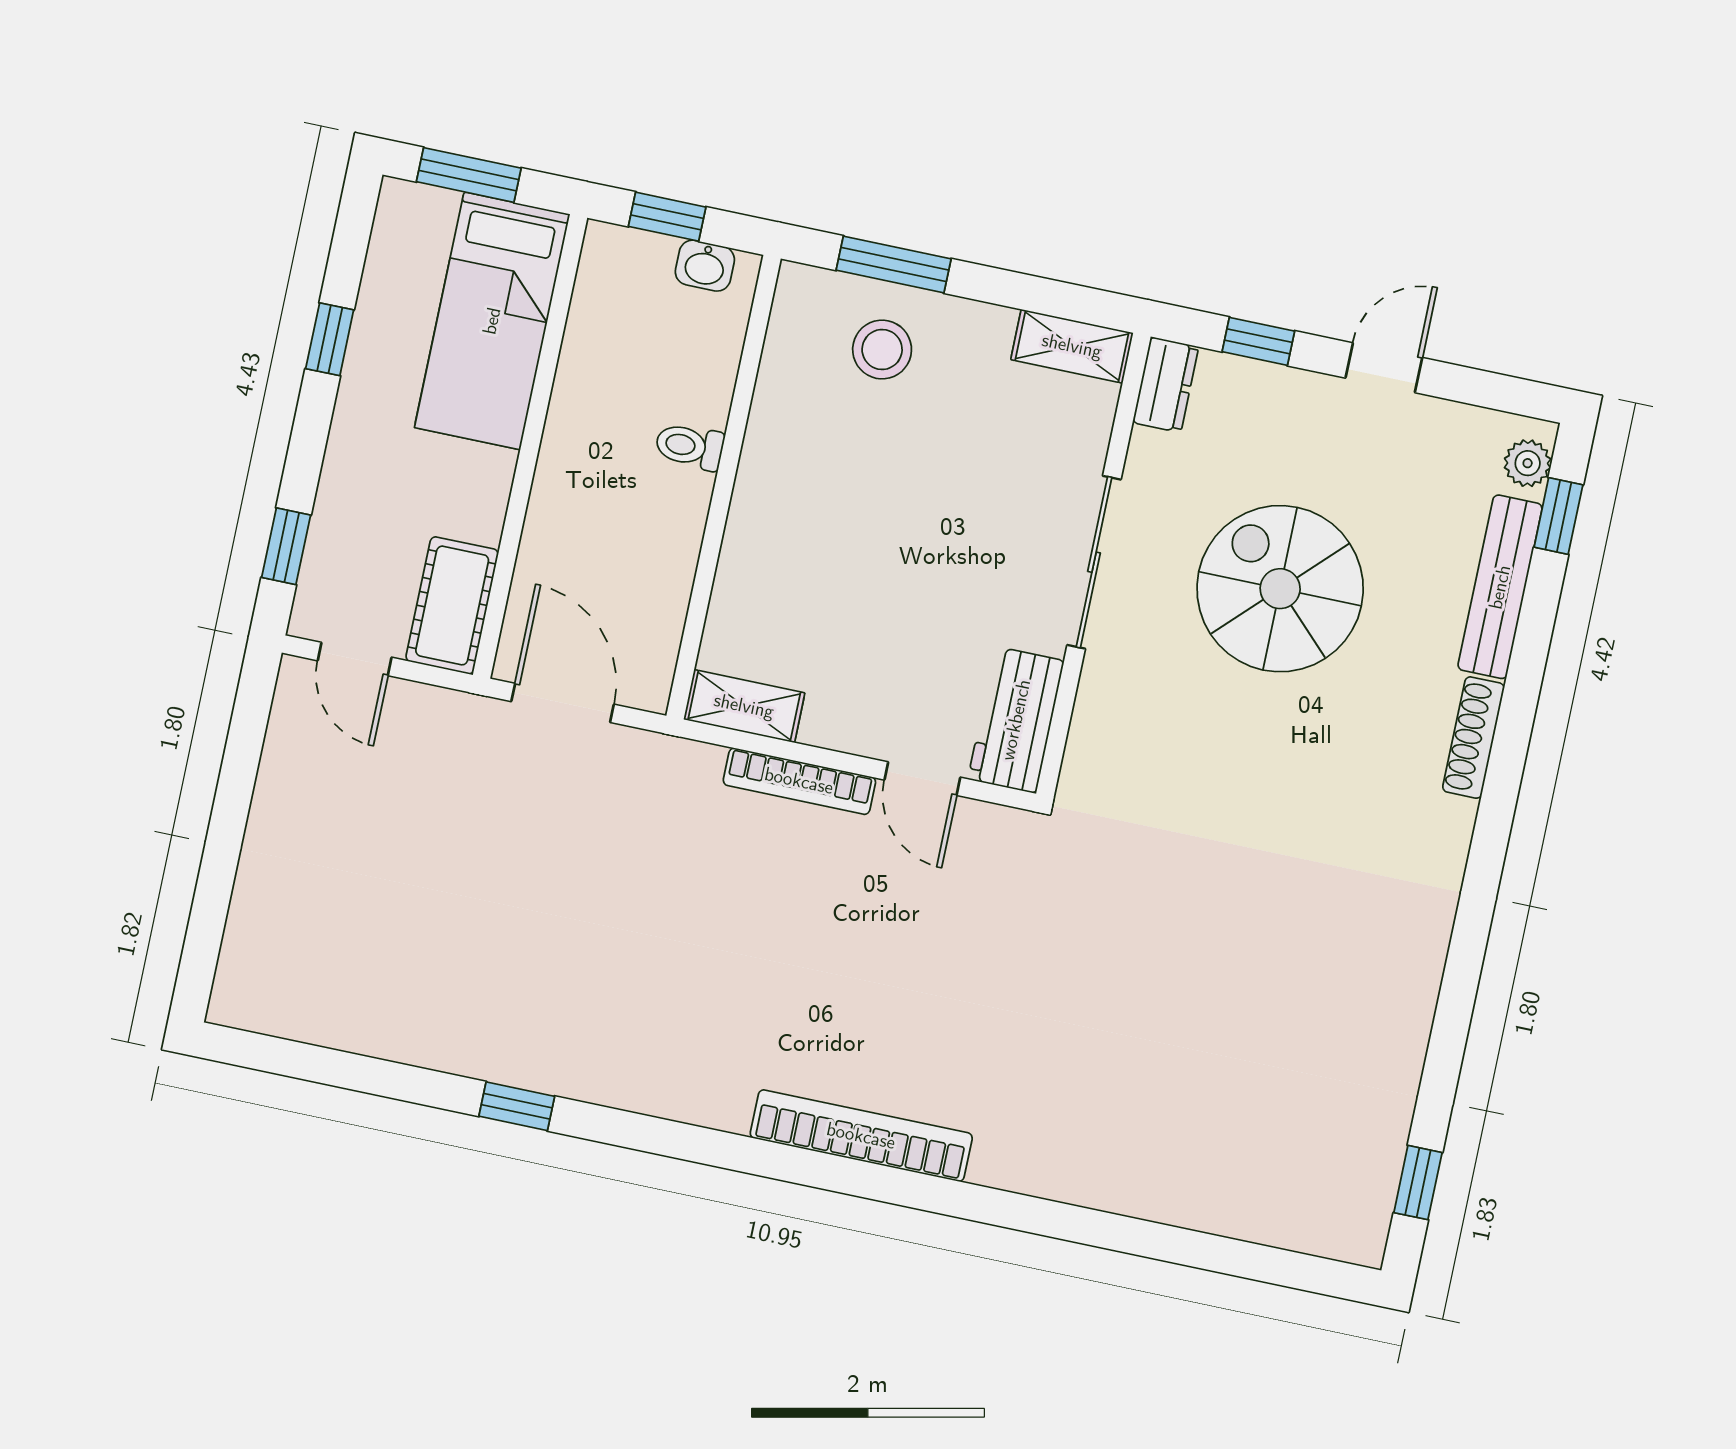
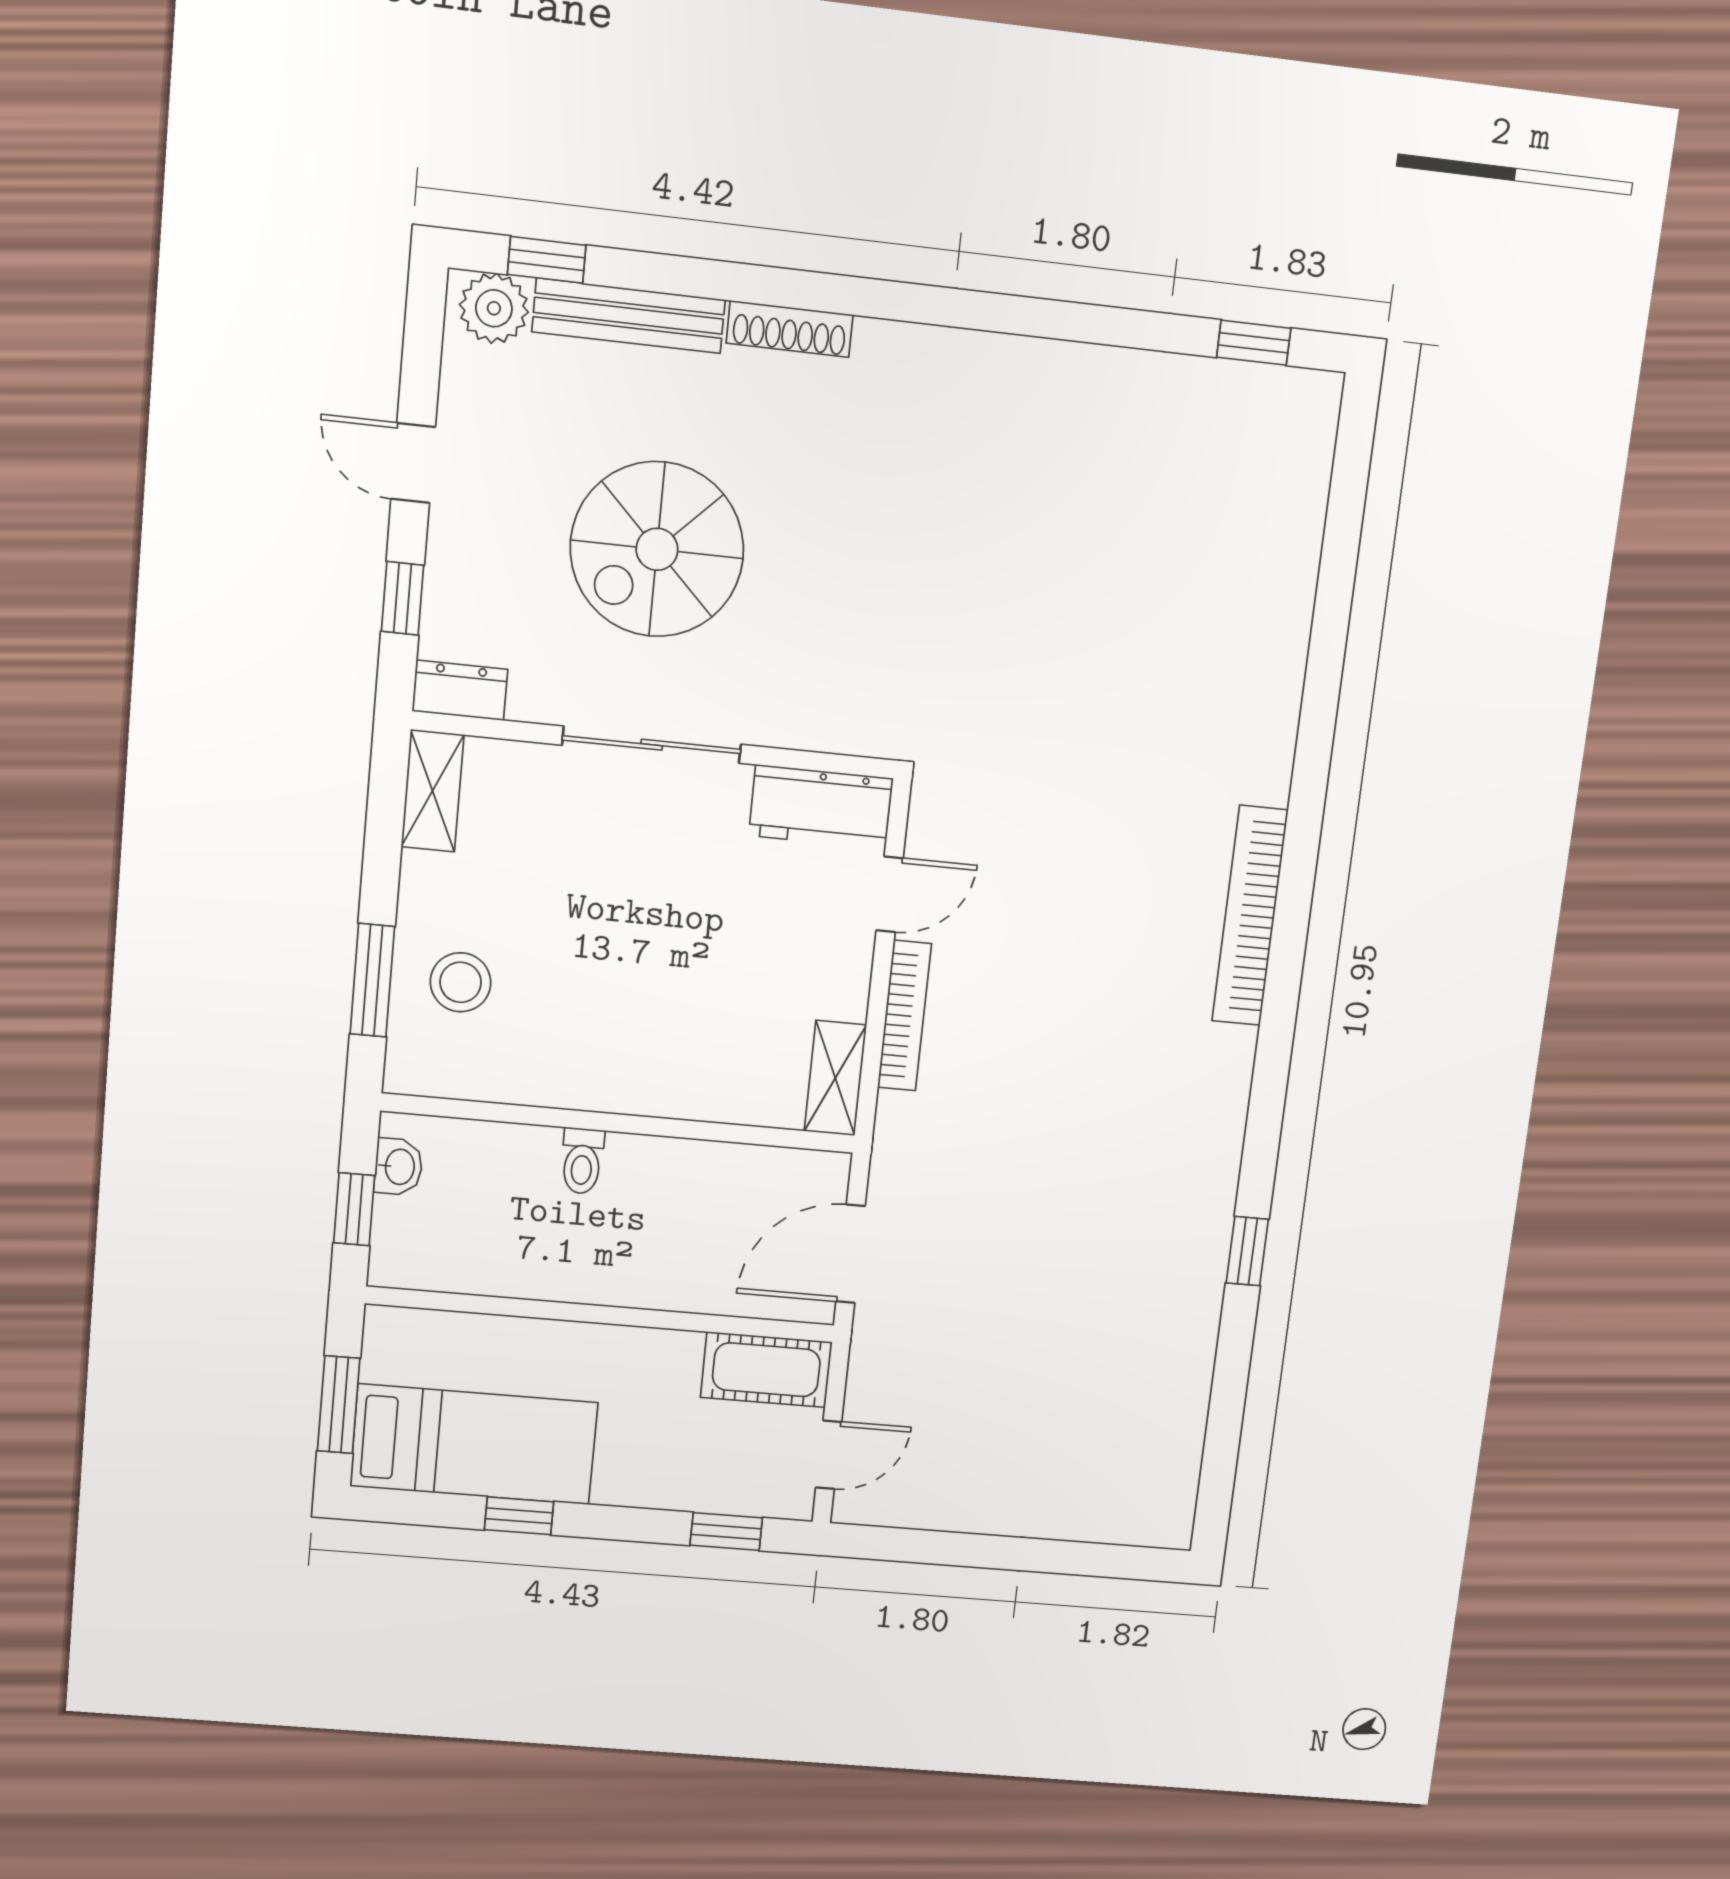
bed: (492, 321) -> (474, 1444), moved
plant: (1528, 463) -> (494, 308), width x1.38, depth x1.38

